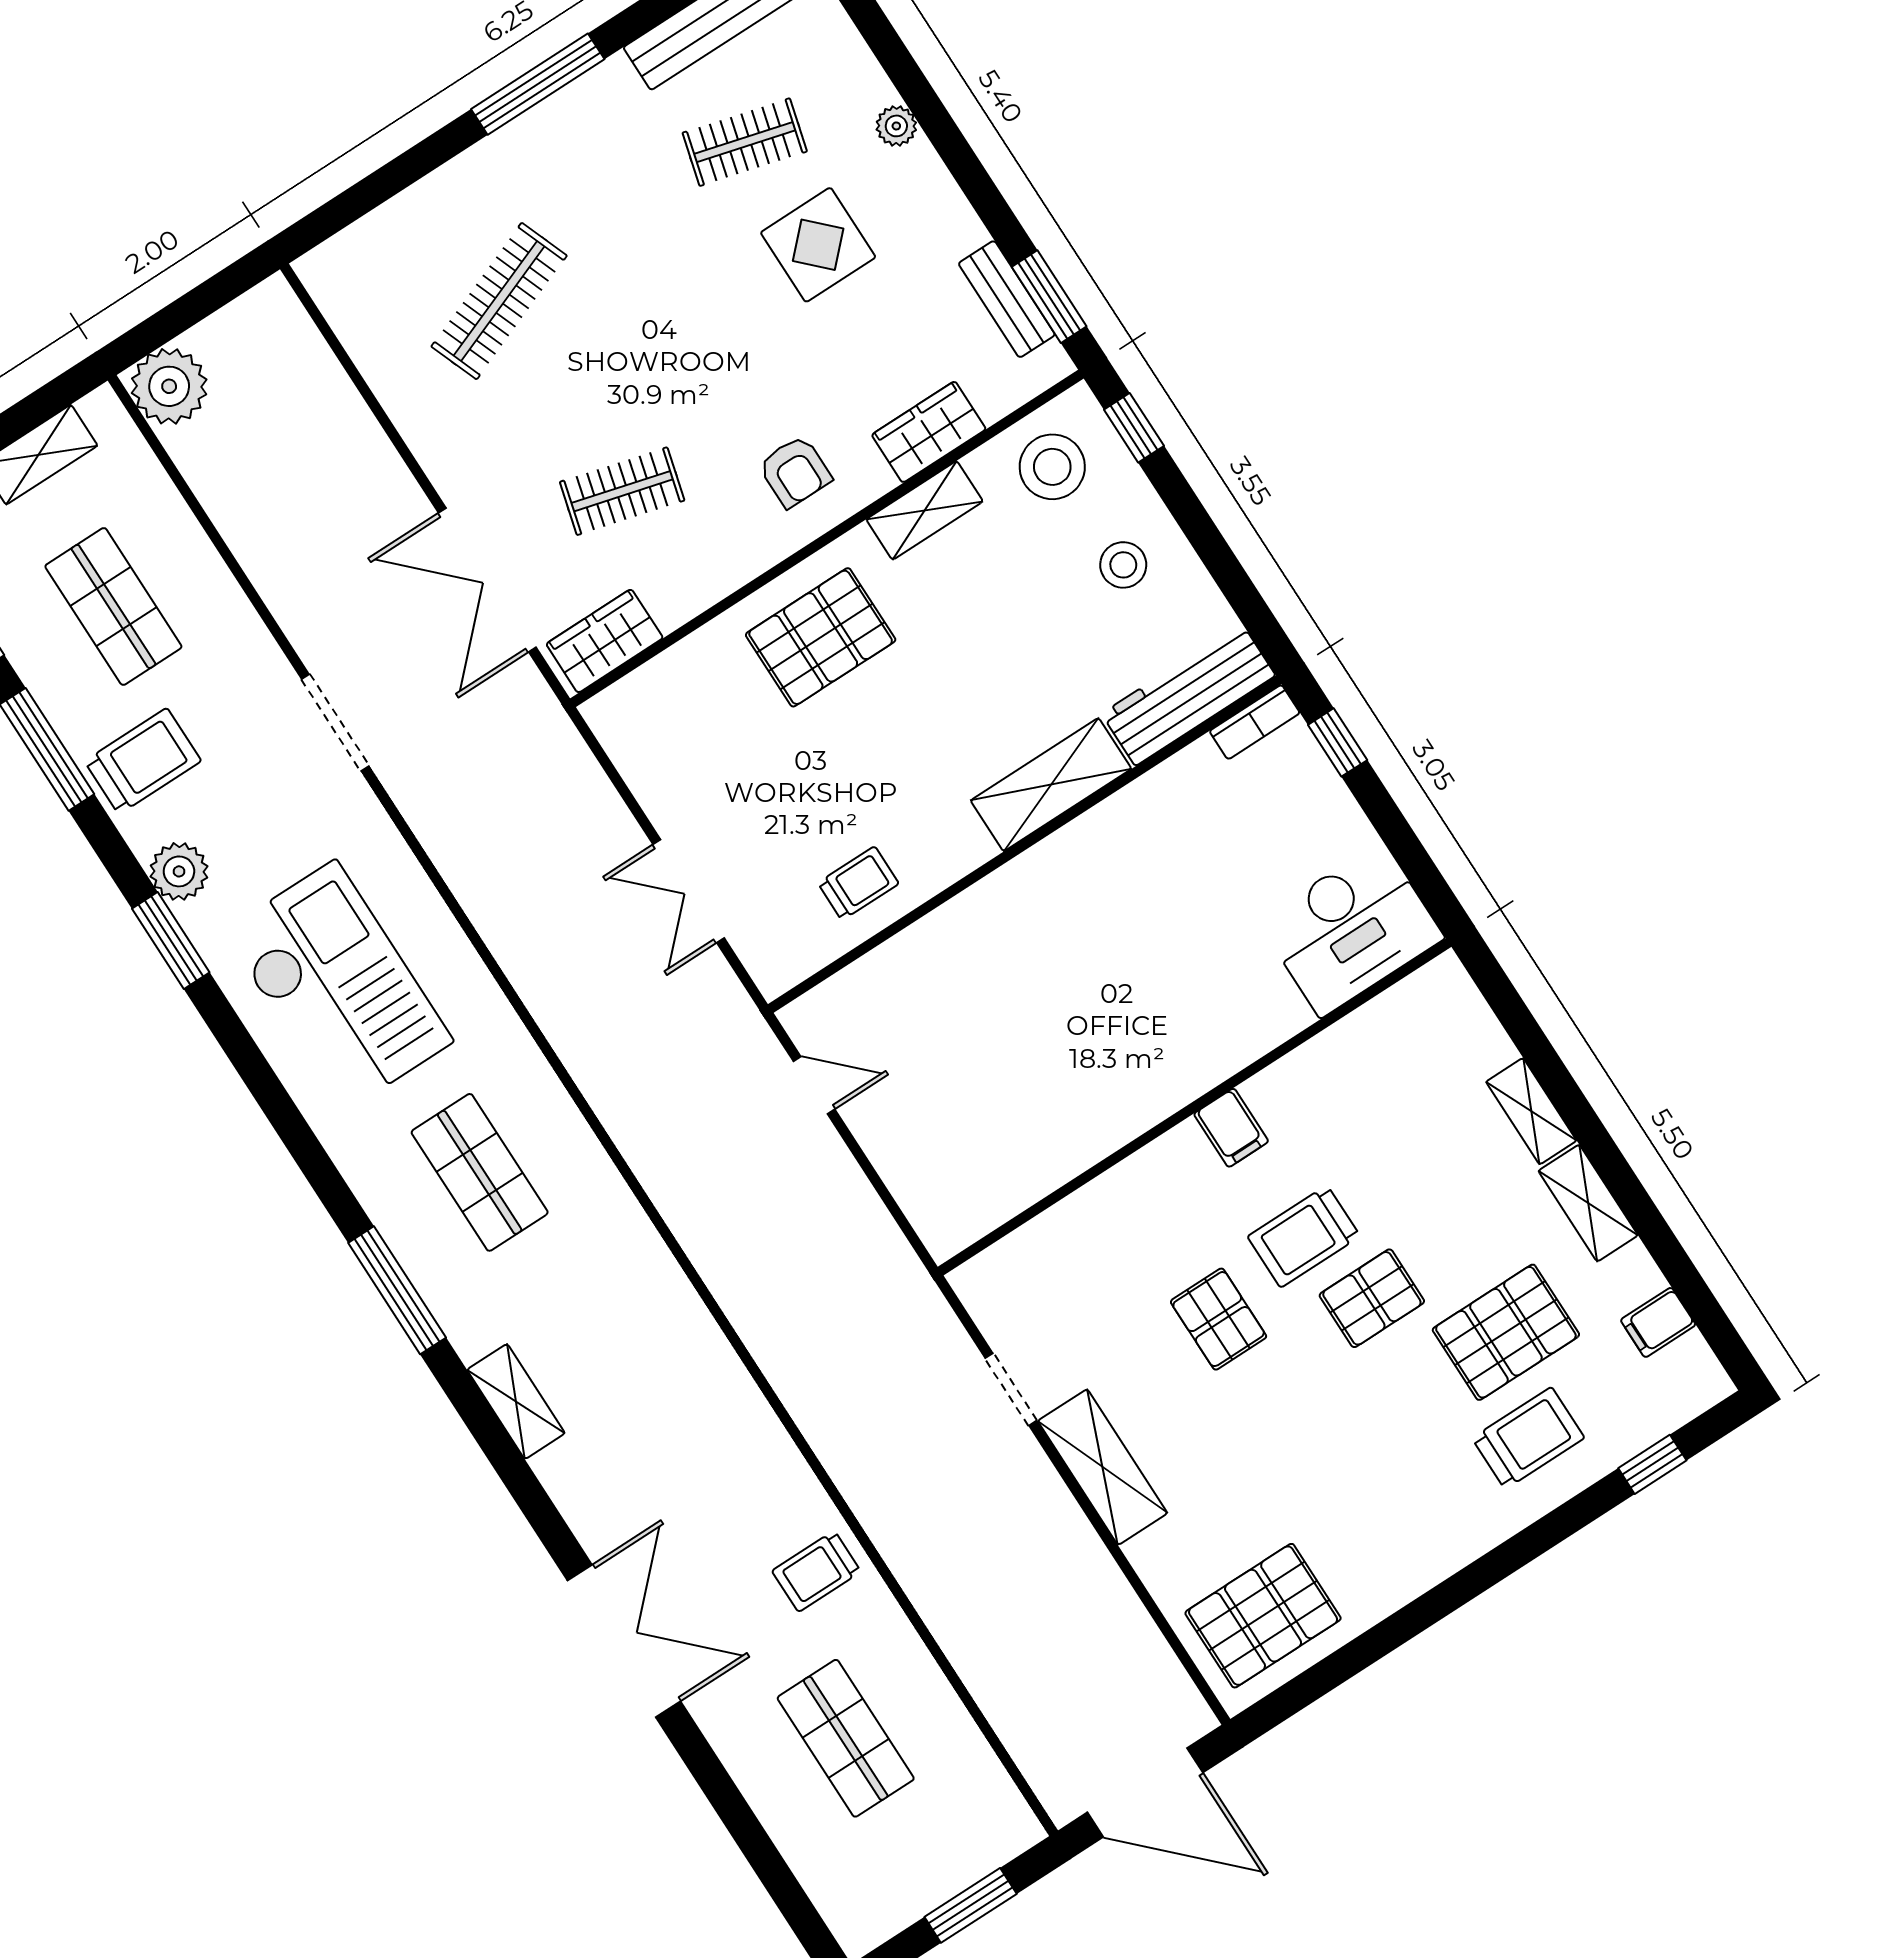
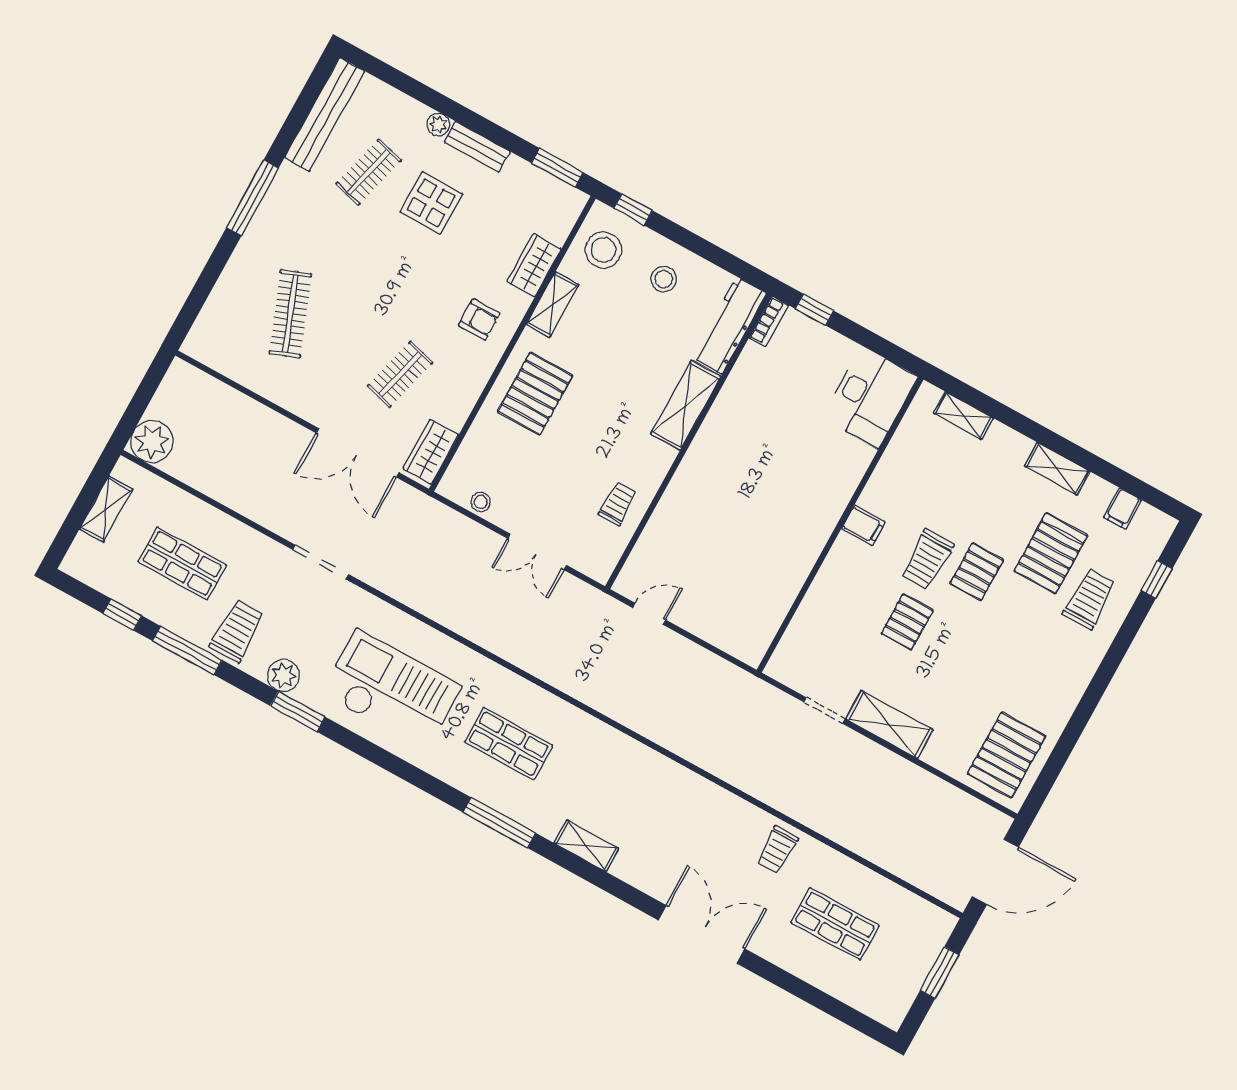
bench: (1007, 299) -> (477, 147), moved
stool: (641, 763) -> (481, 502), added
shelving: (1531, 1111) -> (963, 416), moved
pallet: (1219, 1319) -> (907, 622), turned 90

